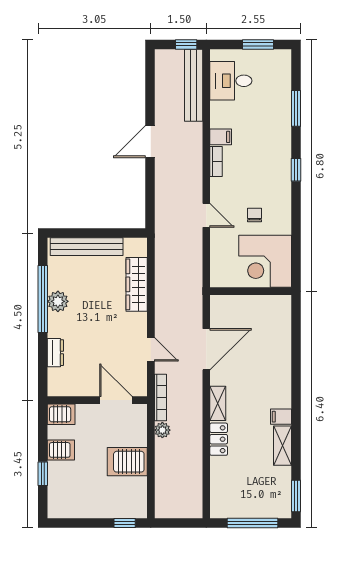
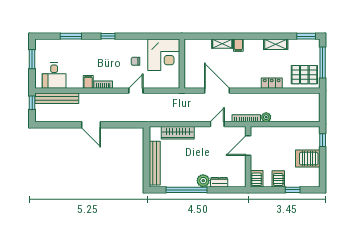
plant: (58, 301) -> (203, 181), moved
shelving: (218, 403) -> (222, 44), moved
filing cabinet: (281, 417) -> (238, 45), moved
server rack: (127, 462) -> (308, 159), moved, turned 90
pallet: (233, 493) -> (304, 75), added

